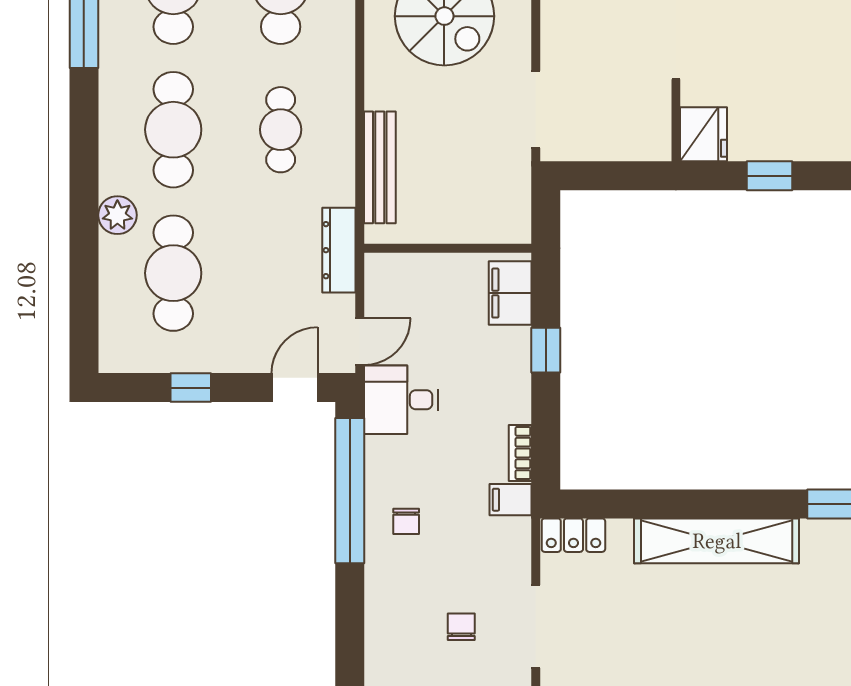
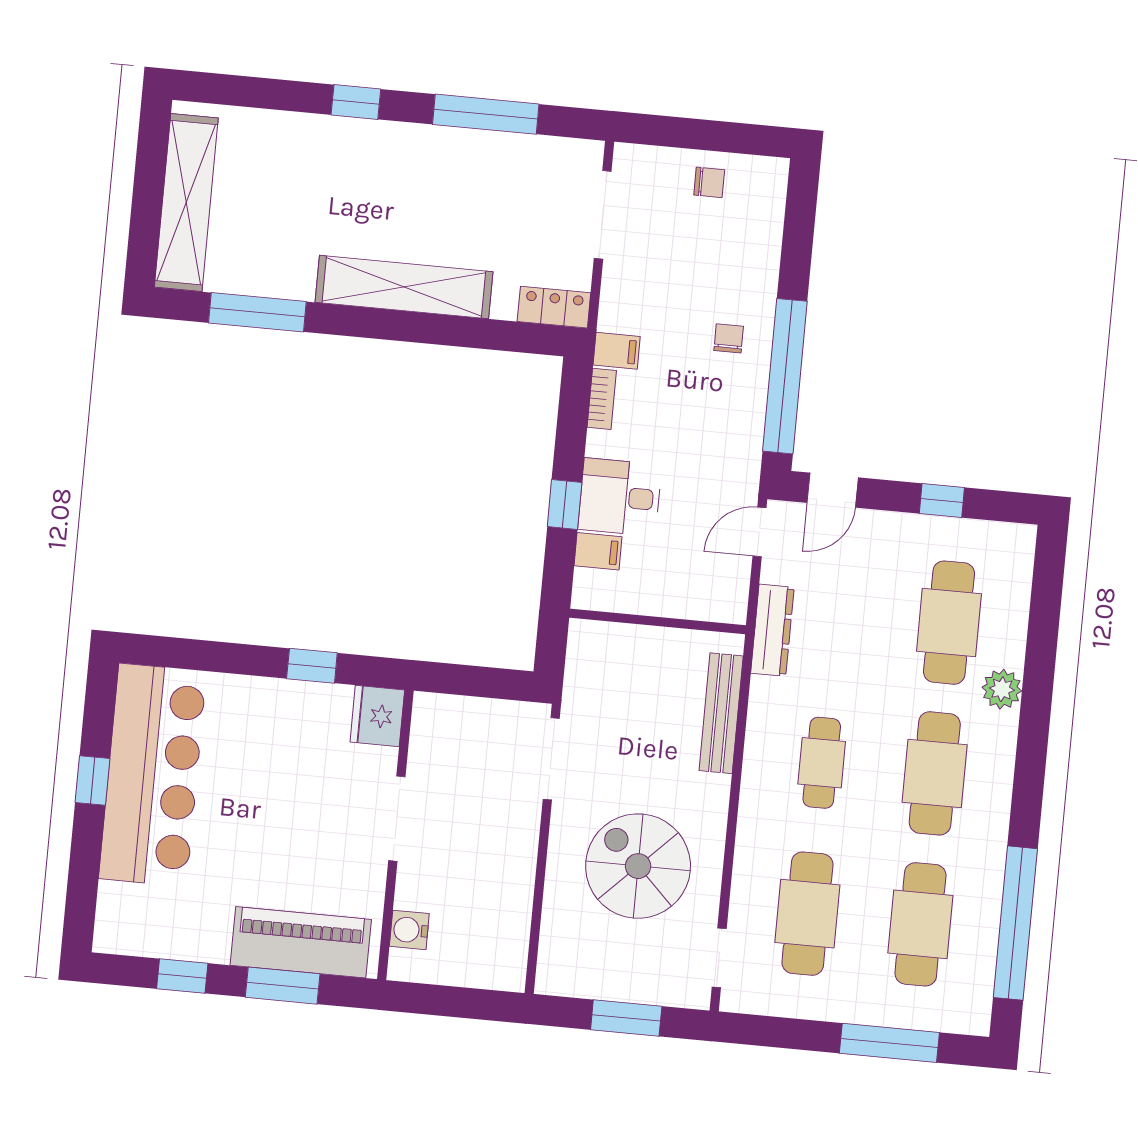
filing cabinet: (510, 293) -> (598, 551), width x0.50
desk: (401, 400) -> (620, 497), moved, turned 180
chair: (461, 627) -> (709, 182), moved, turned -90

